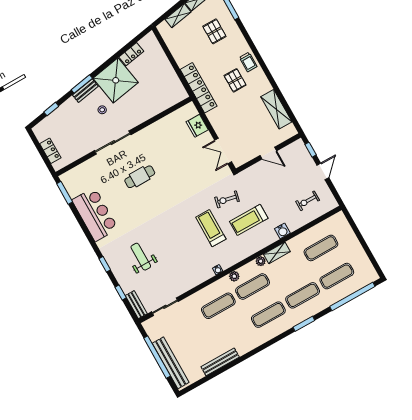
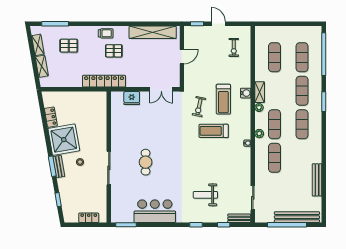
shelving: (276, 109) -> (153, 32), width x1.47
water cooler: (282, 231) -> (246, 93), moved

